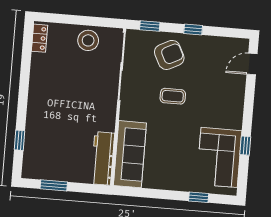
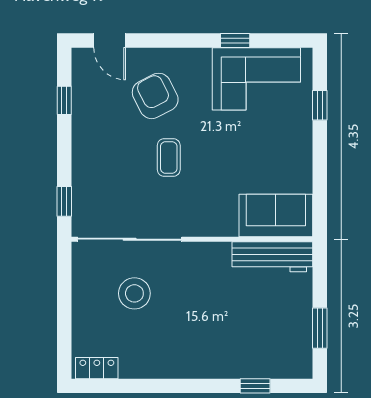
window: (193, 30) -> (64, 100), moved
stool: (88, 40) -> (134, 293), moved
armchair: (169, 55) -> (155, 96), moved
sofa: (130, 154) -> (276, 216), width x0.73

